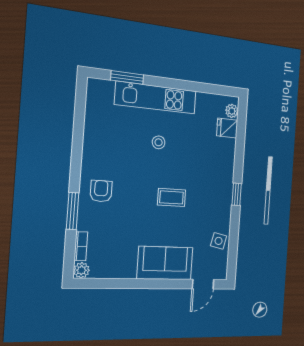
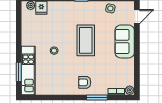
kitchen unit: (156, 98) -> (28, 70), moved
coffee table: (172, 197) -> (86, 40), width x1.86, depth x1.72
door: (203, 284) -> (137, 17), hinge flipped

